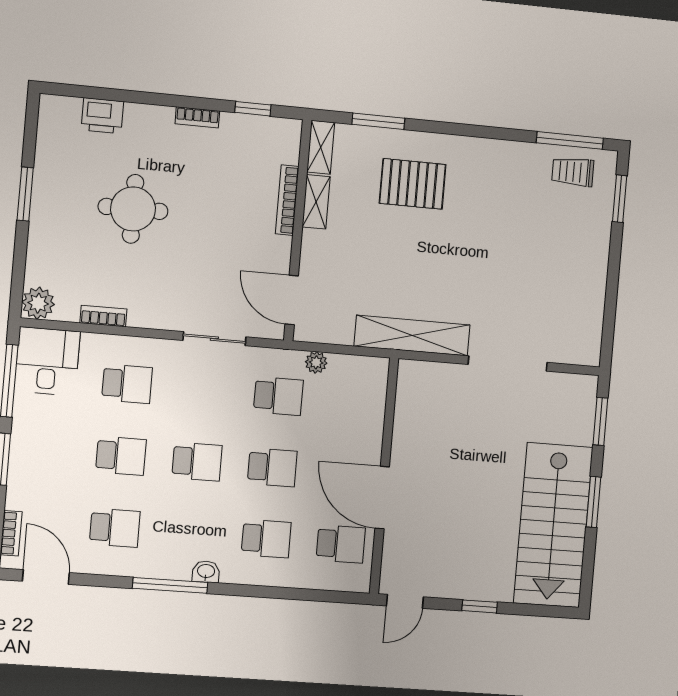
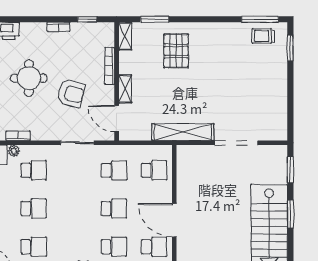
pallet: (413, 184) -> (176, 51), turned 90
shelving: (316, 202) -> (125, 89), moved
armchair: (210, 245) -> (71, 93), added
plant: (316, 362) -> (14, 151), moved
school desk: (197, 462) -> (154, 170), moved

